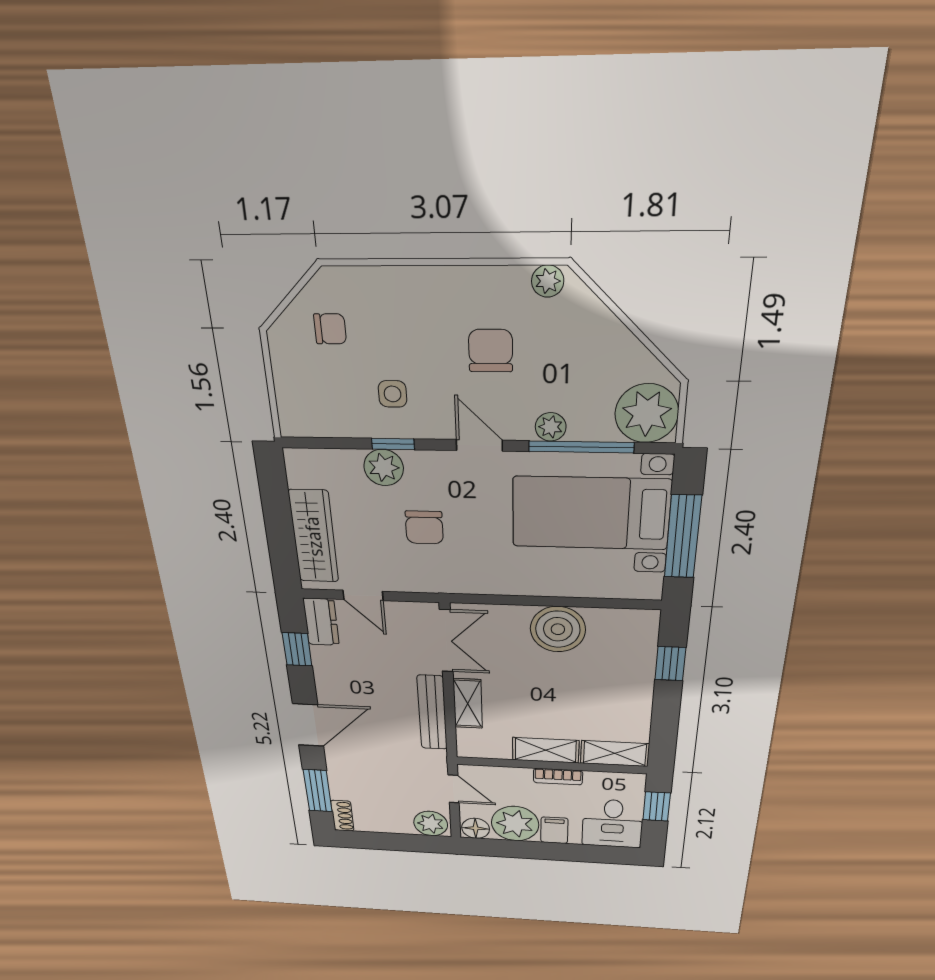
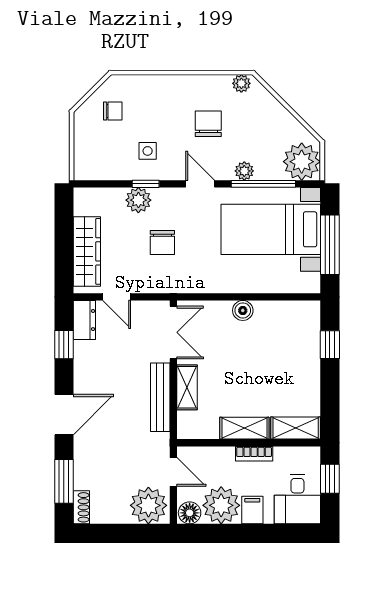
boiler: (558, 629) -> (243, 310), width x0.54, depth x0.54
plant: (431, 824) -> (148, 505), width x1.36, depth x1.36

